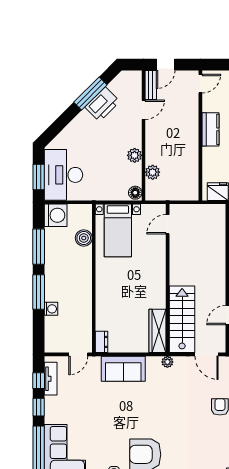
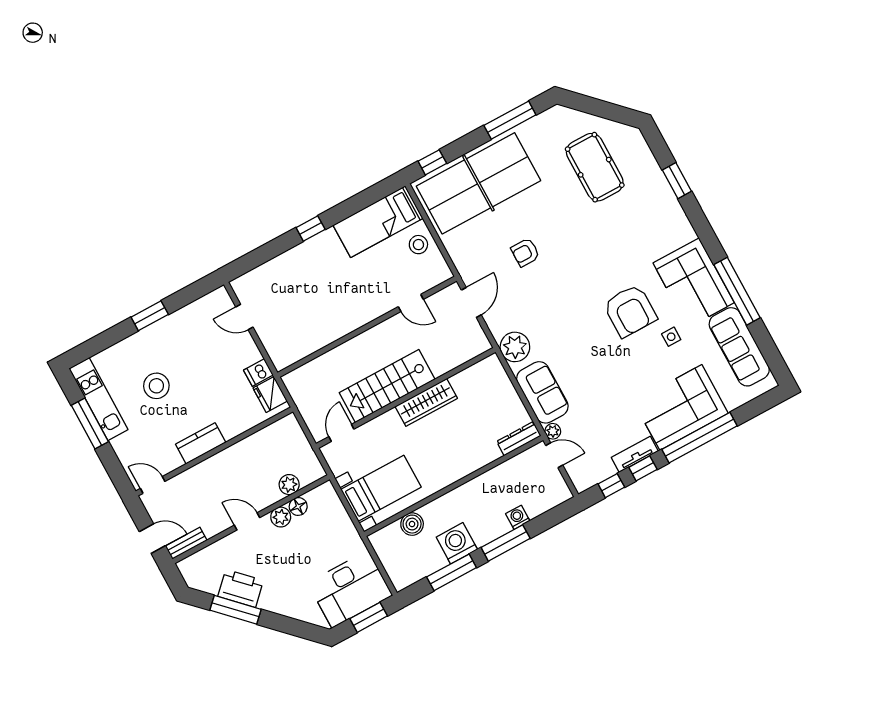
door: (144, 110) -> (247, 521), moved
floor lamp: (135, 193) -> (298, 506), moved
washing machine: (56, 215) -> (457, 543), moved
door: (168, 224) -> (341, 433), swing flipped
stairs: (182, 319) -> (387, 386), moved
wardrobe: (158, 331) -> (426, 402), moved
dresser: (102, 342) -> (519, 439), width x1.44
plant: (94, 362) -> (553, 431), added
plant: (167, 362) -> (515, 347), width x1.88, depth x1.88
tv unit: (51, 379) -> (635, 454), moved

